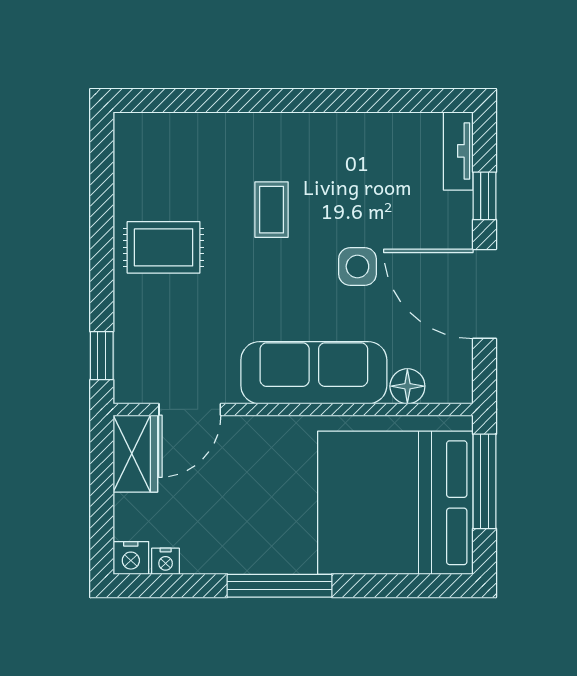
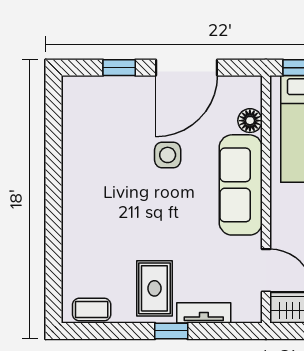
tv unit: (458, 151) -> (204, 313), moved, turned 180
coffee table: (272, 210) -> (92, 309), moved
window: (102, 356) -> (171, 331), moved

